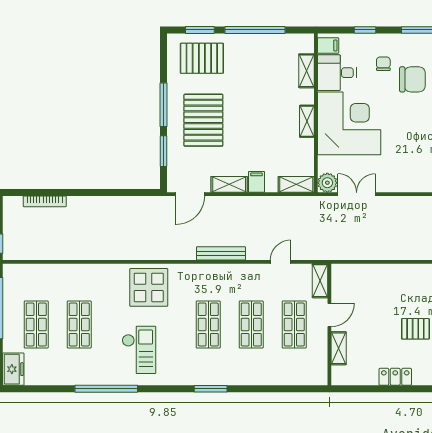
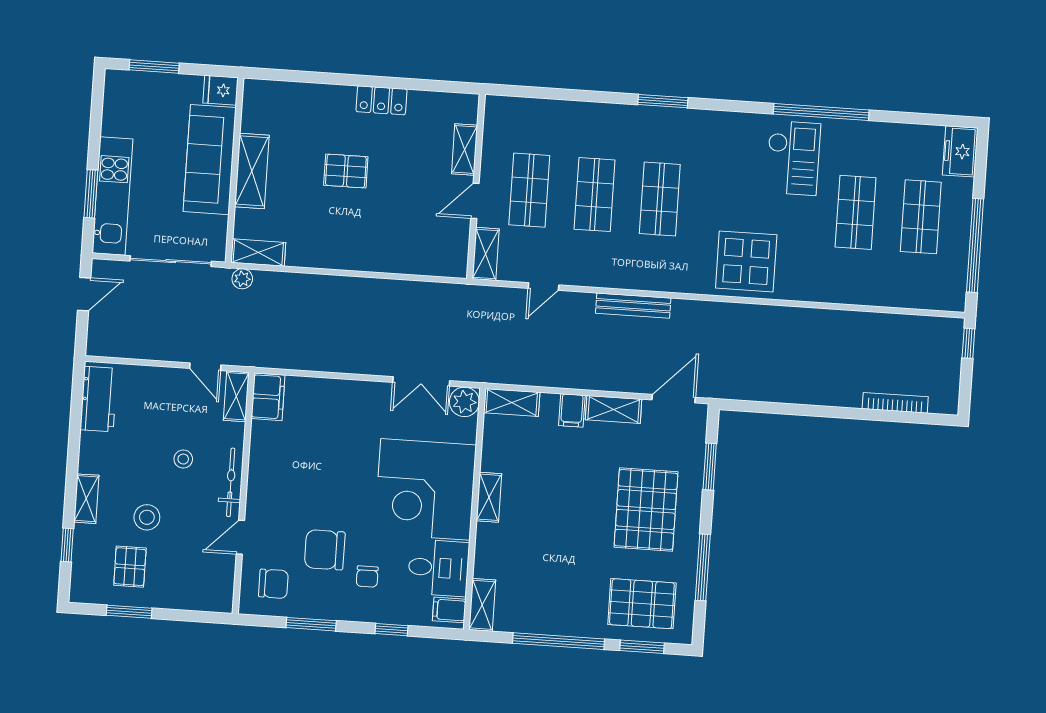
shelving: (307, 71) -> (482, 605), moved
window: (164, 105) -> (703, 567), moved
checkout: (139, 350) -> (793, 158), moved, turned 180

